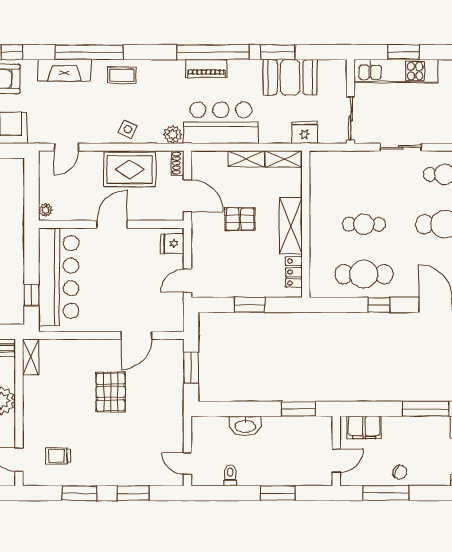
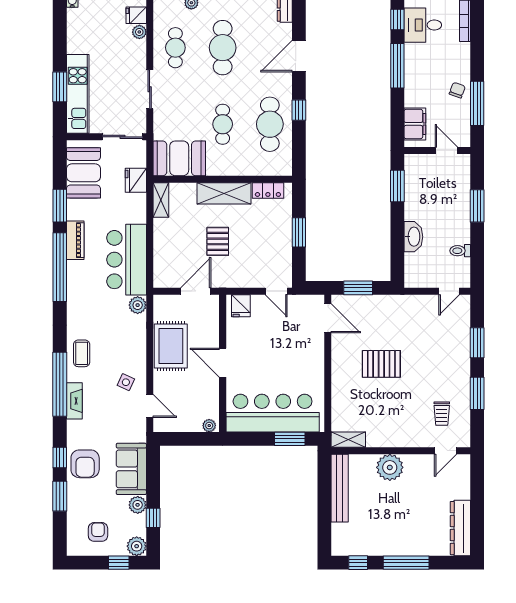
piano: (206, 69) -> (75, 240), moved
fireplace: (64, 70) -> (74, 401), width x0.73, depth x0.76
booth: (290, 77) -> (83, 173), moved
side table: (128, 129) -> (126, 382), moved
shelving: (246, 159) -> (161, 236), removed
shoe rack: (178, 163) -> (165, 300), removed
booth: (328, 178) -> (179, 158), added
window: (32, 295) -> (290, 439), width x1.50
door: (136, 335) -> (328, 318), moved

